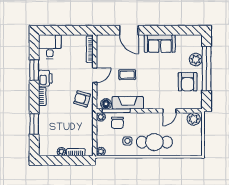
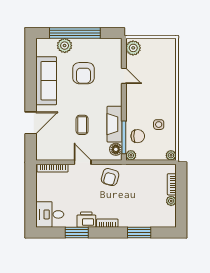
sofa: (160, 44) -> (46, 81), width x1.36
armchair: (188, 82) -> (83, 73), moved, turned 90
cafe table: (154, 142) -> (160, 93), removed

